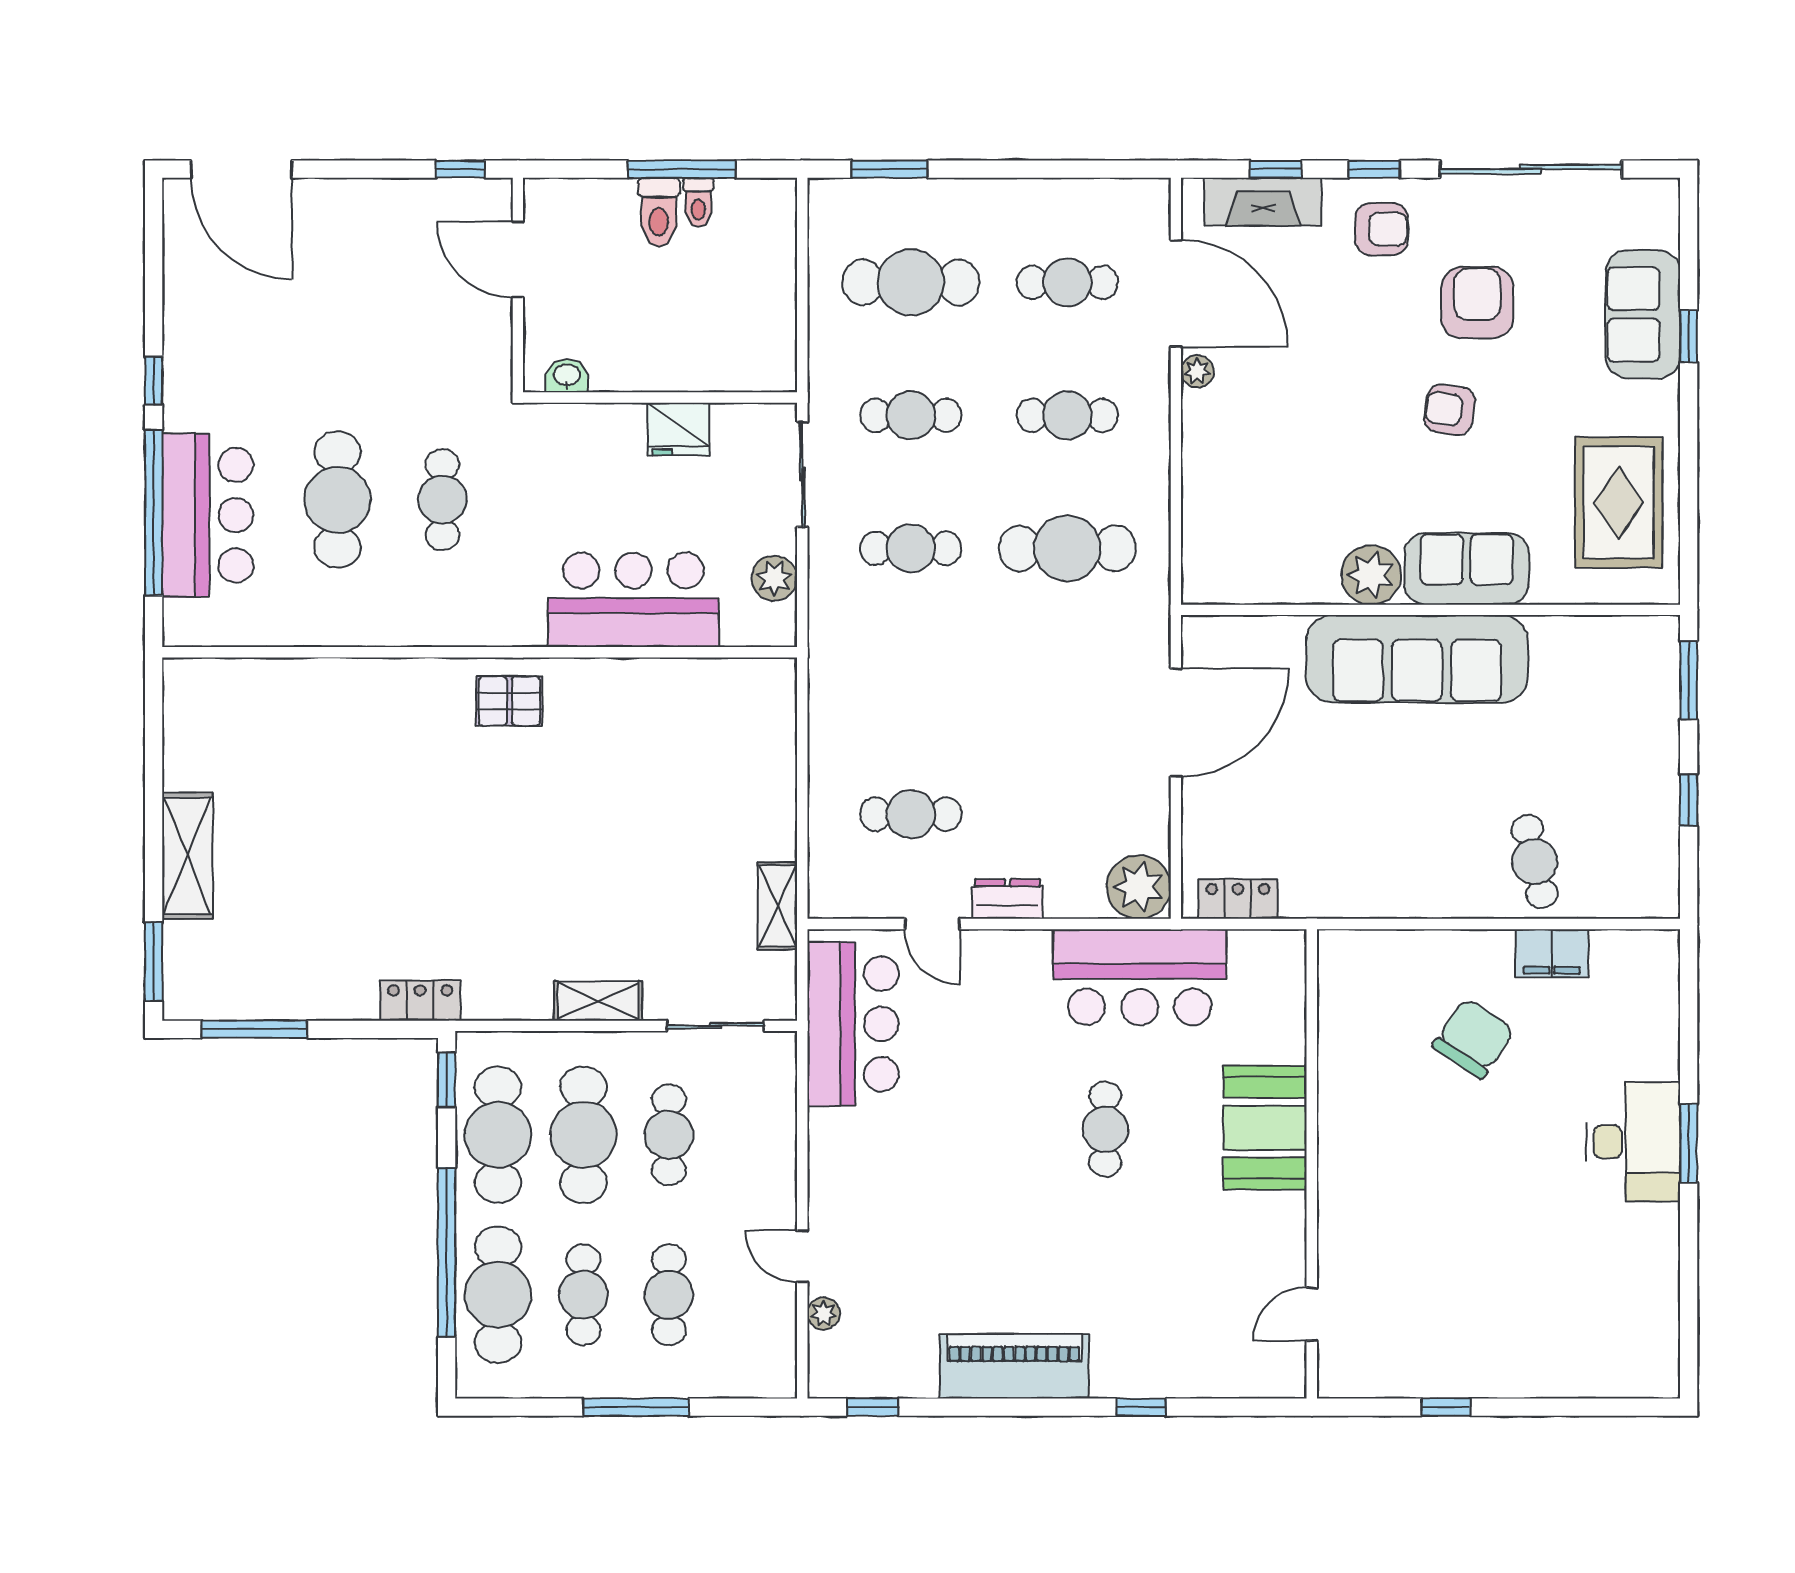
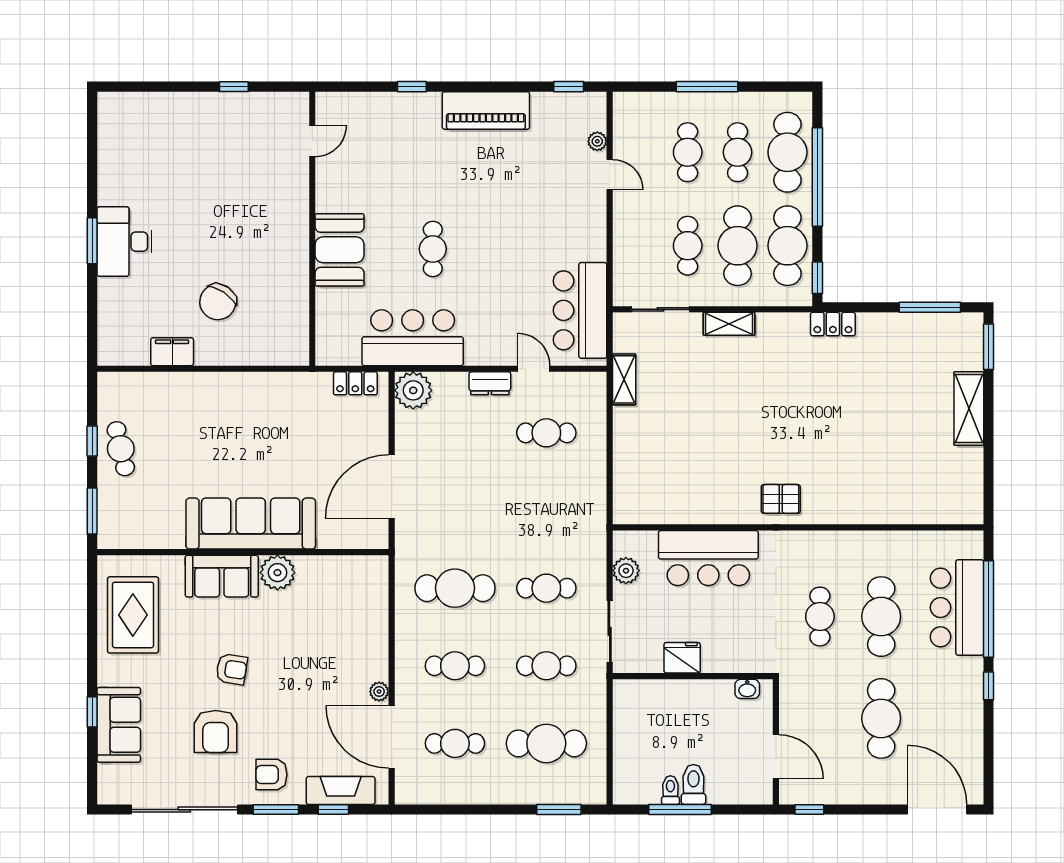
window: (1374, 169) -> (276, 810), width x1.50
cafe table: (337, 325) -> (881, 718), added
cafe table: (1535, 861) -> (121, 449), moved

